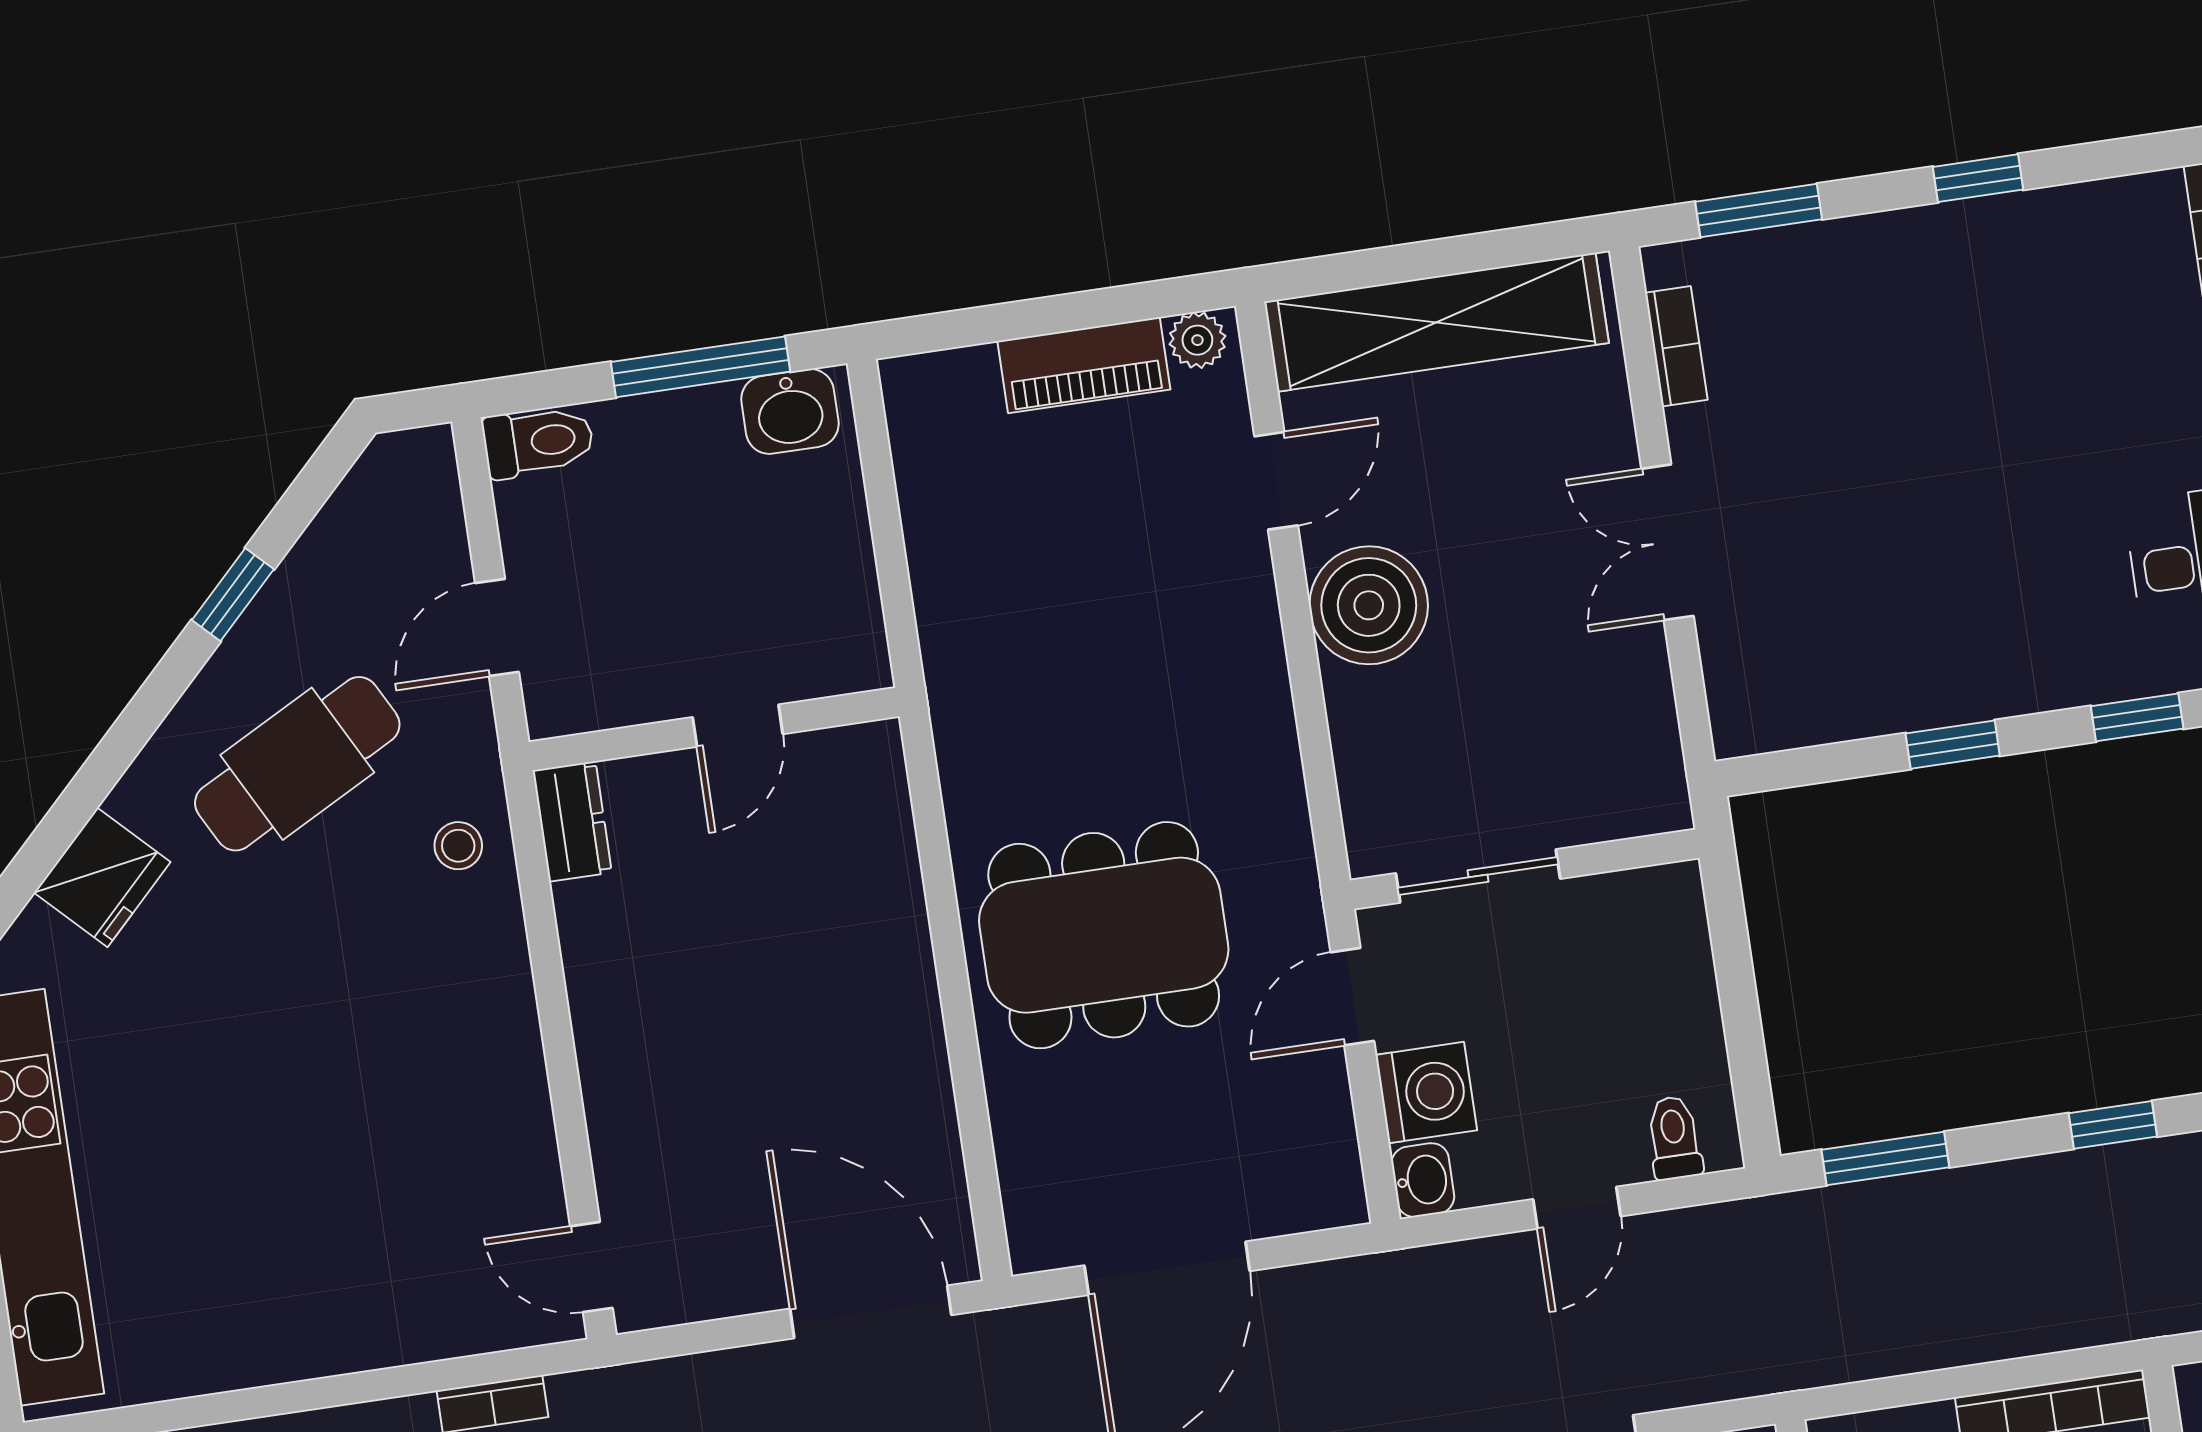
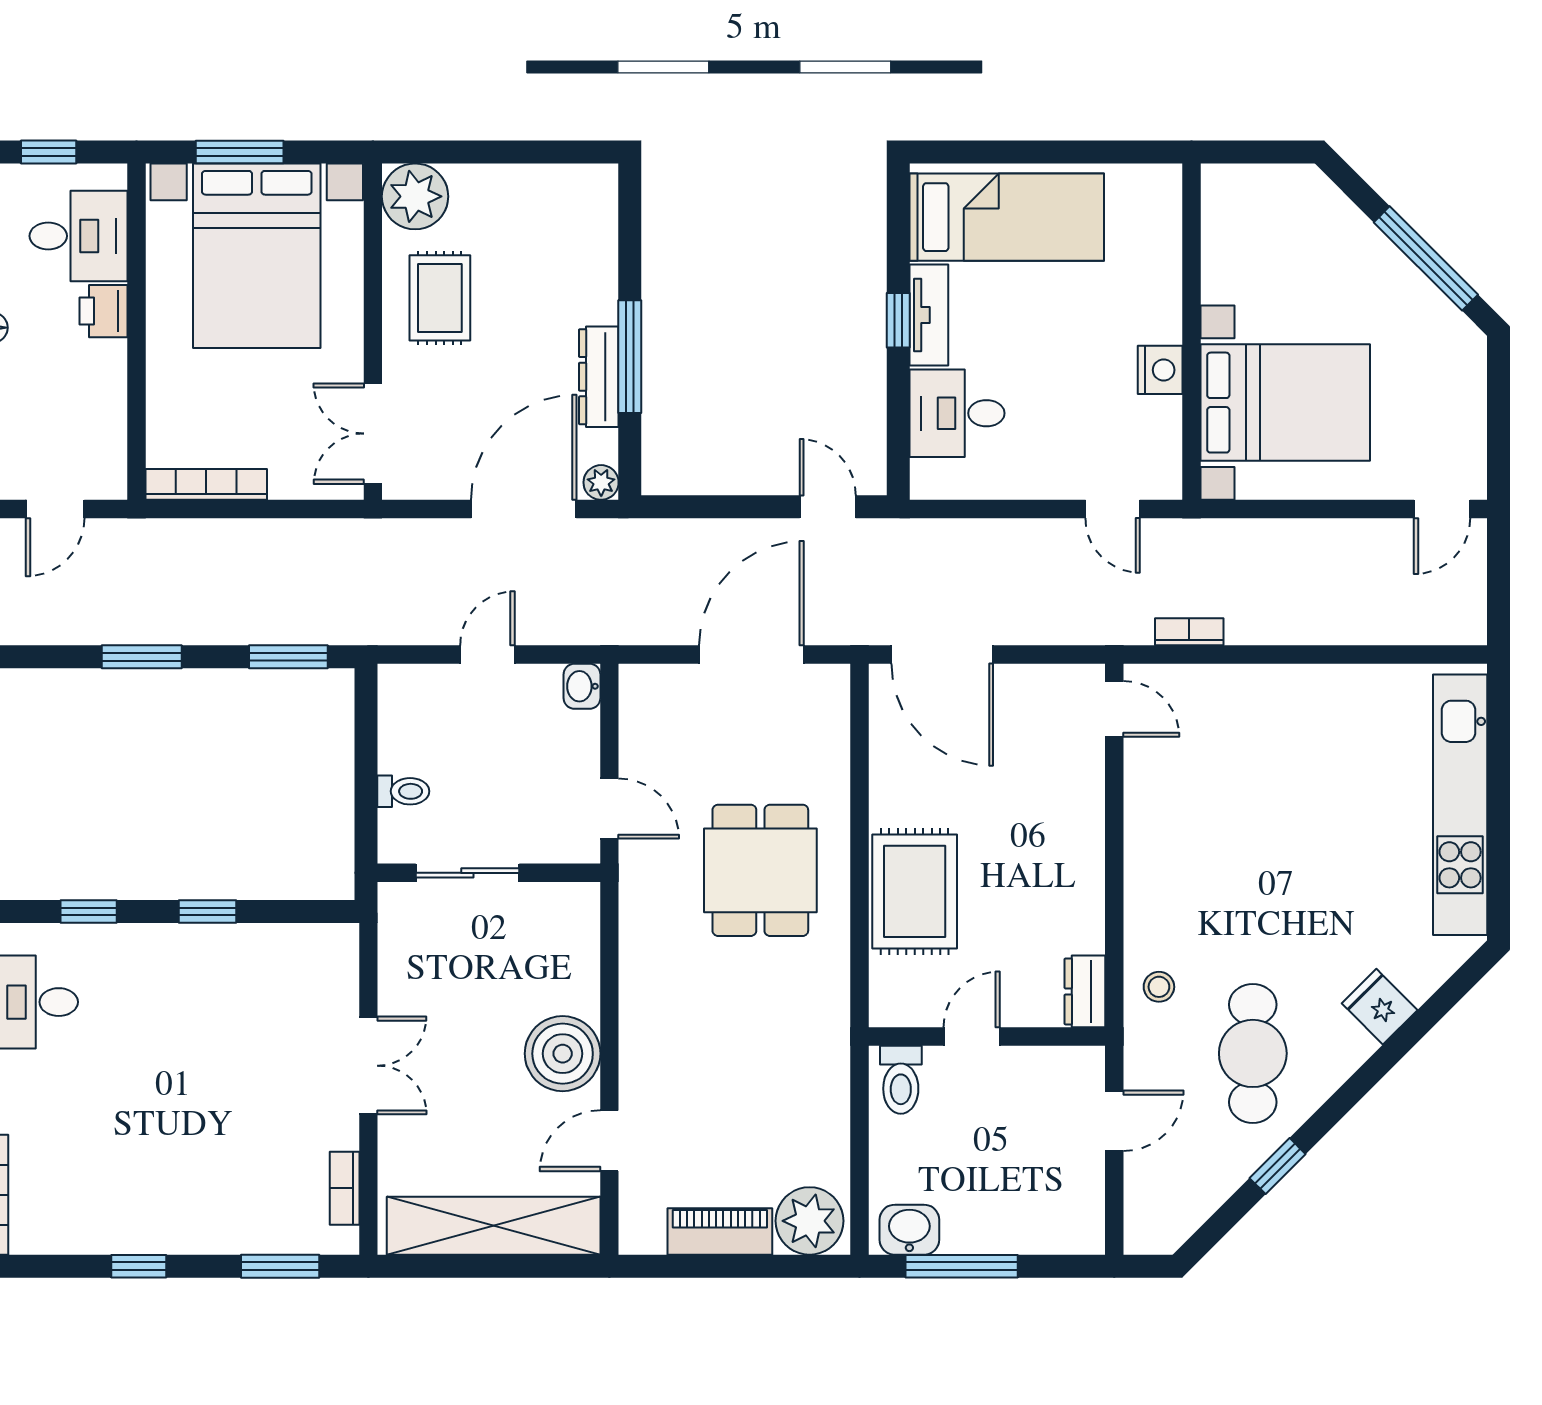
plant: (1197, 340) -> (810, 1221), moved, width x1.87, depth x1.87
toilet: (538, 442) -> (901, 1080), moved, turned -90
cafe table: (297, 764) -> (1253, 1053), turned -62
sliding door: (1478, 876) -> (467, 873), moved
fridge: (102, 877) -> (1380, 1007), width x0.72
dining table: (1104, 935) -> (760, 870), width x0.73
rug: (859, 938) -> (915, 891), added
door: (1352, 997) -> (609, 808), hinge flipped
washing machine: (1426, 1093) -> (572, 741), removed
window: (2113, 1125) -> (142, 657), width x1.50
toilet: (1674, 1138) -> (403, 791), moved, turned -90

